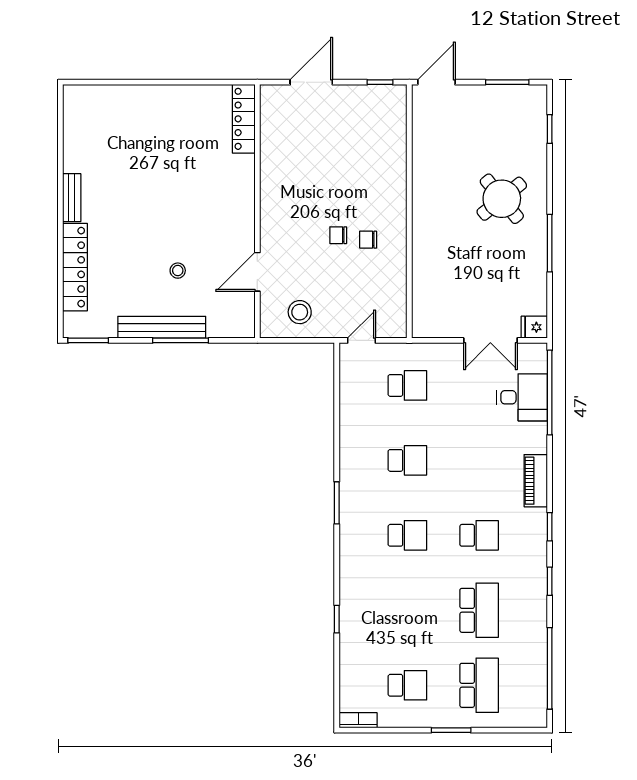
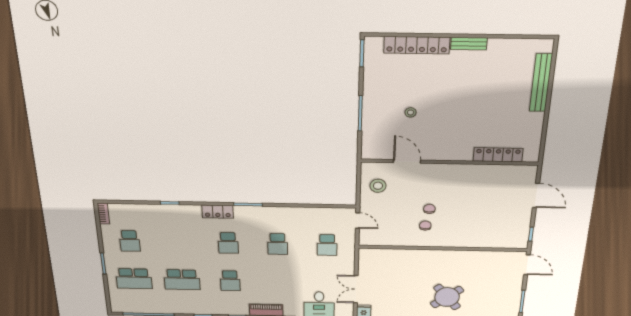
locker: (244, 119) -> (498, 155), moved
bench: (162, 327) -> (541, 83), moved
locker: (351, 549) -> (218, 212), added

